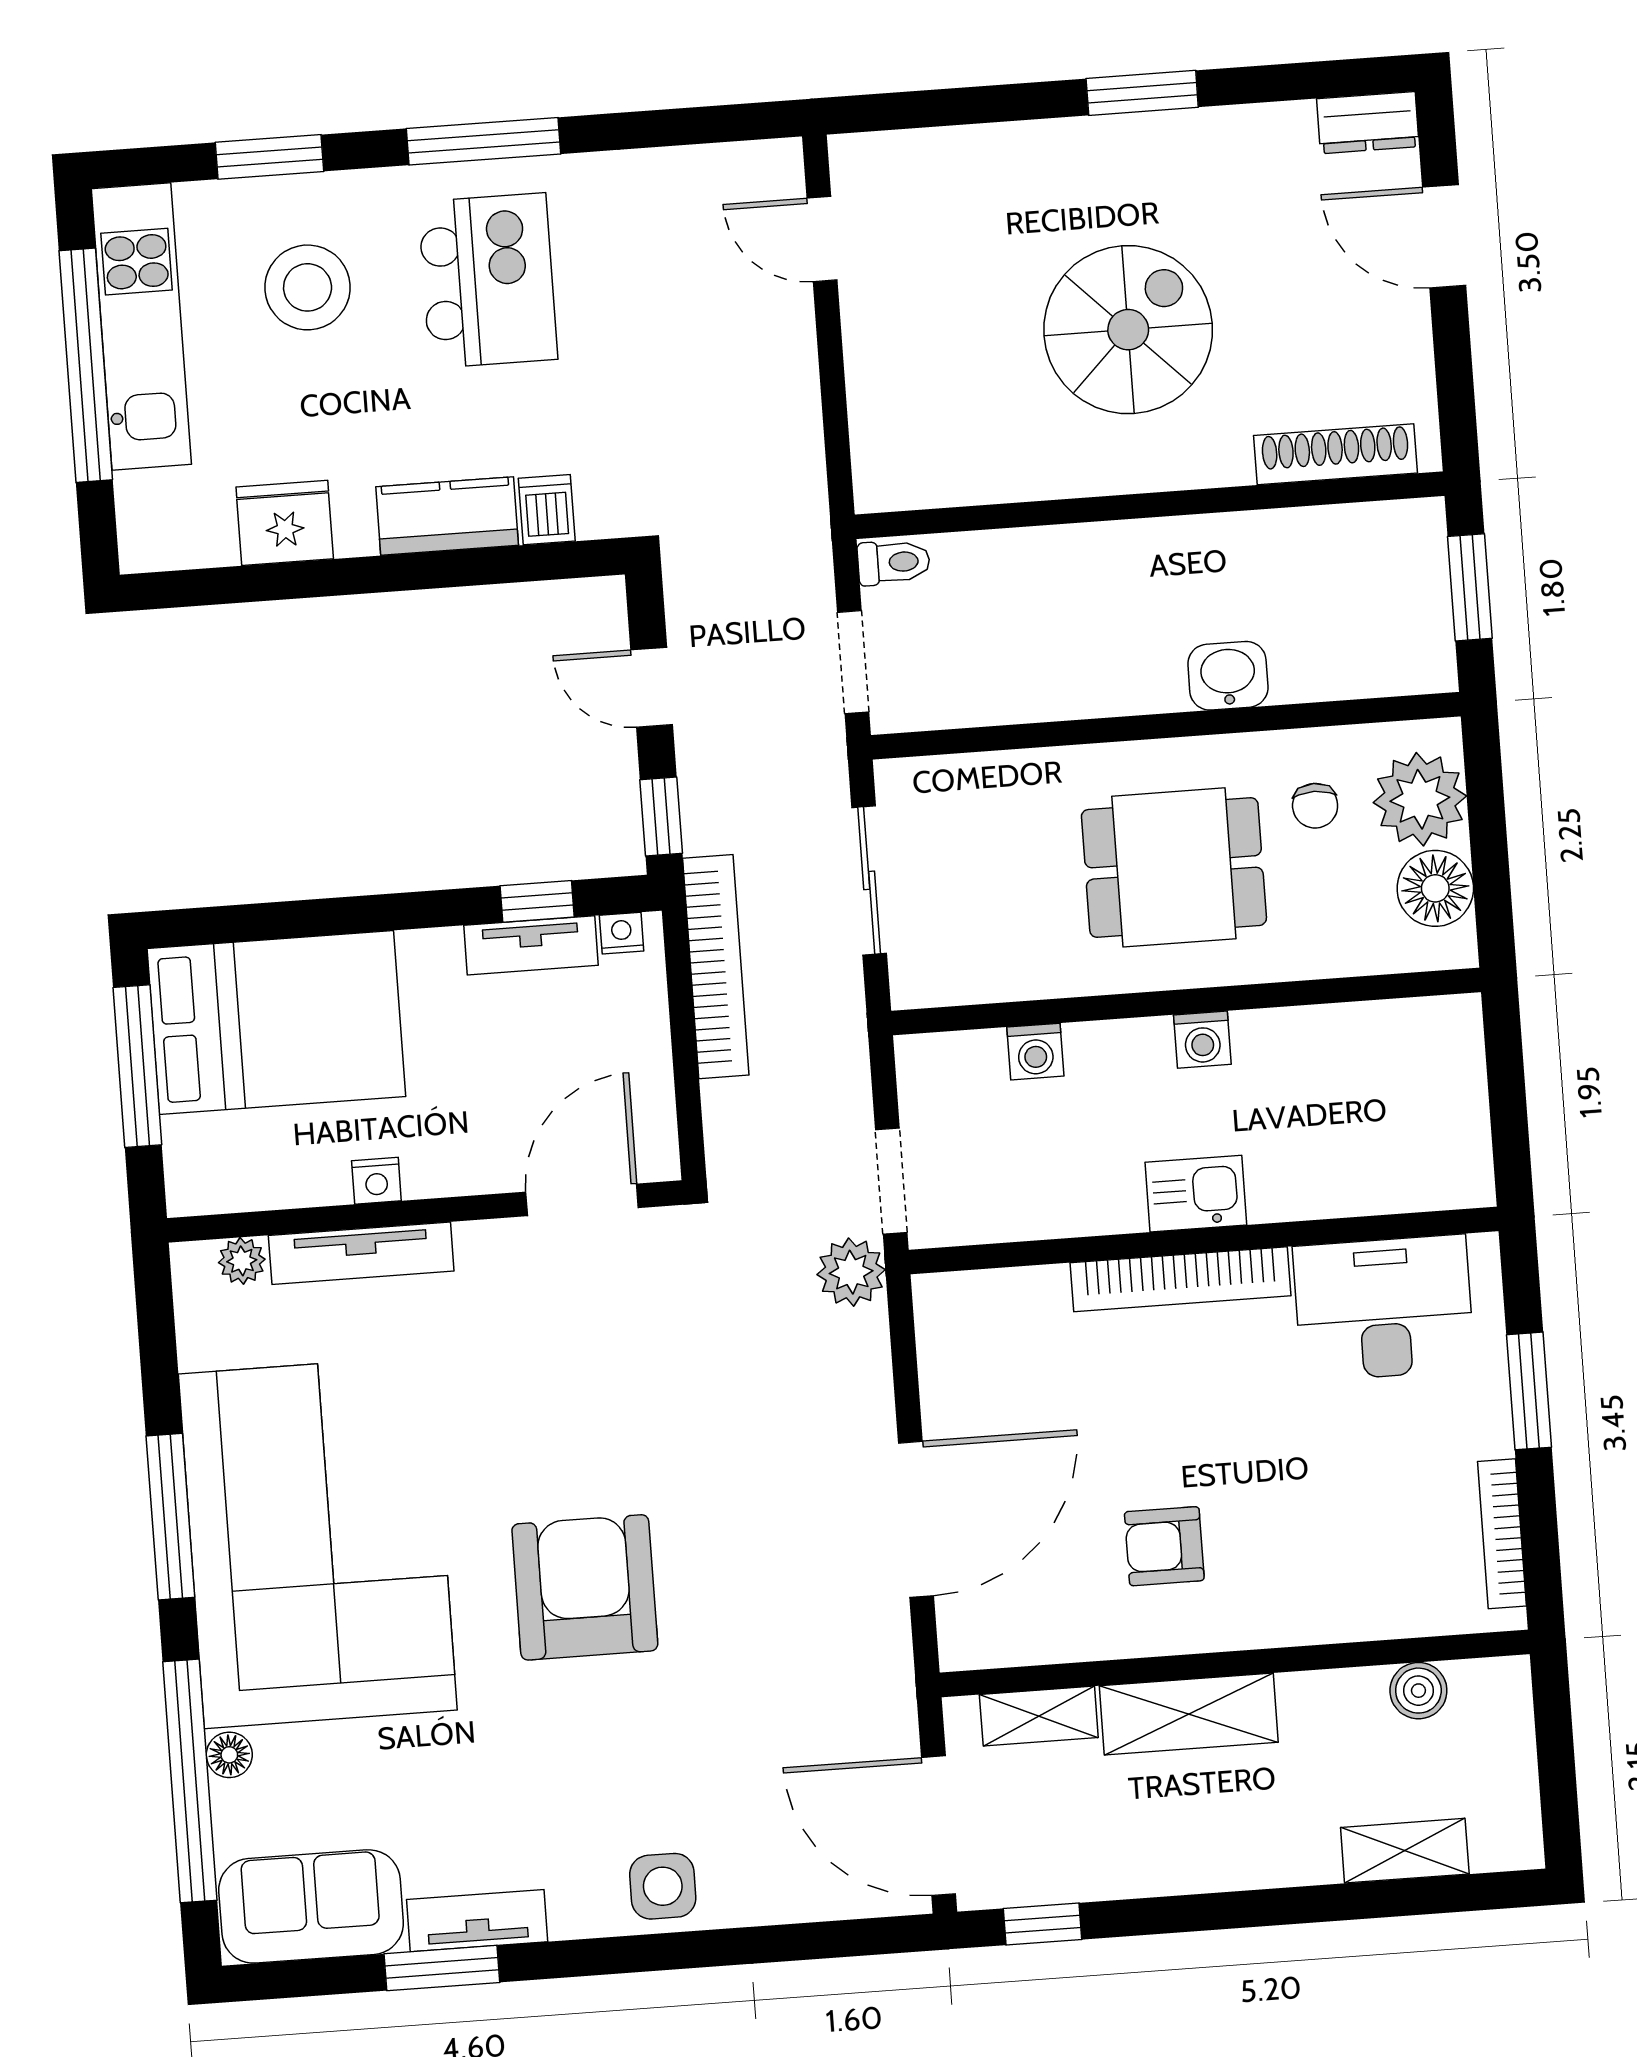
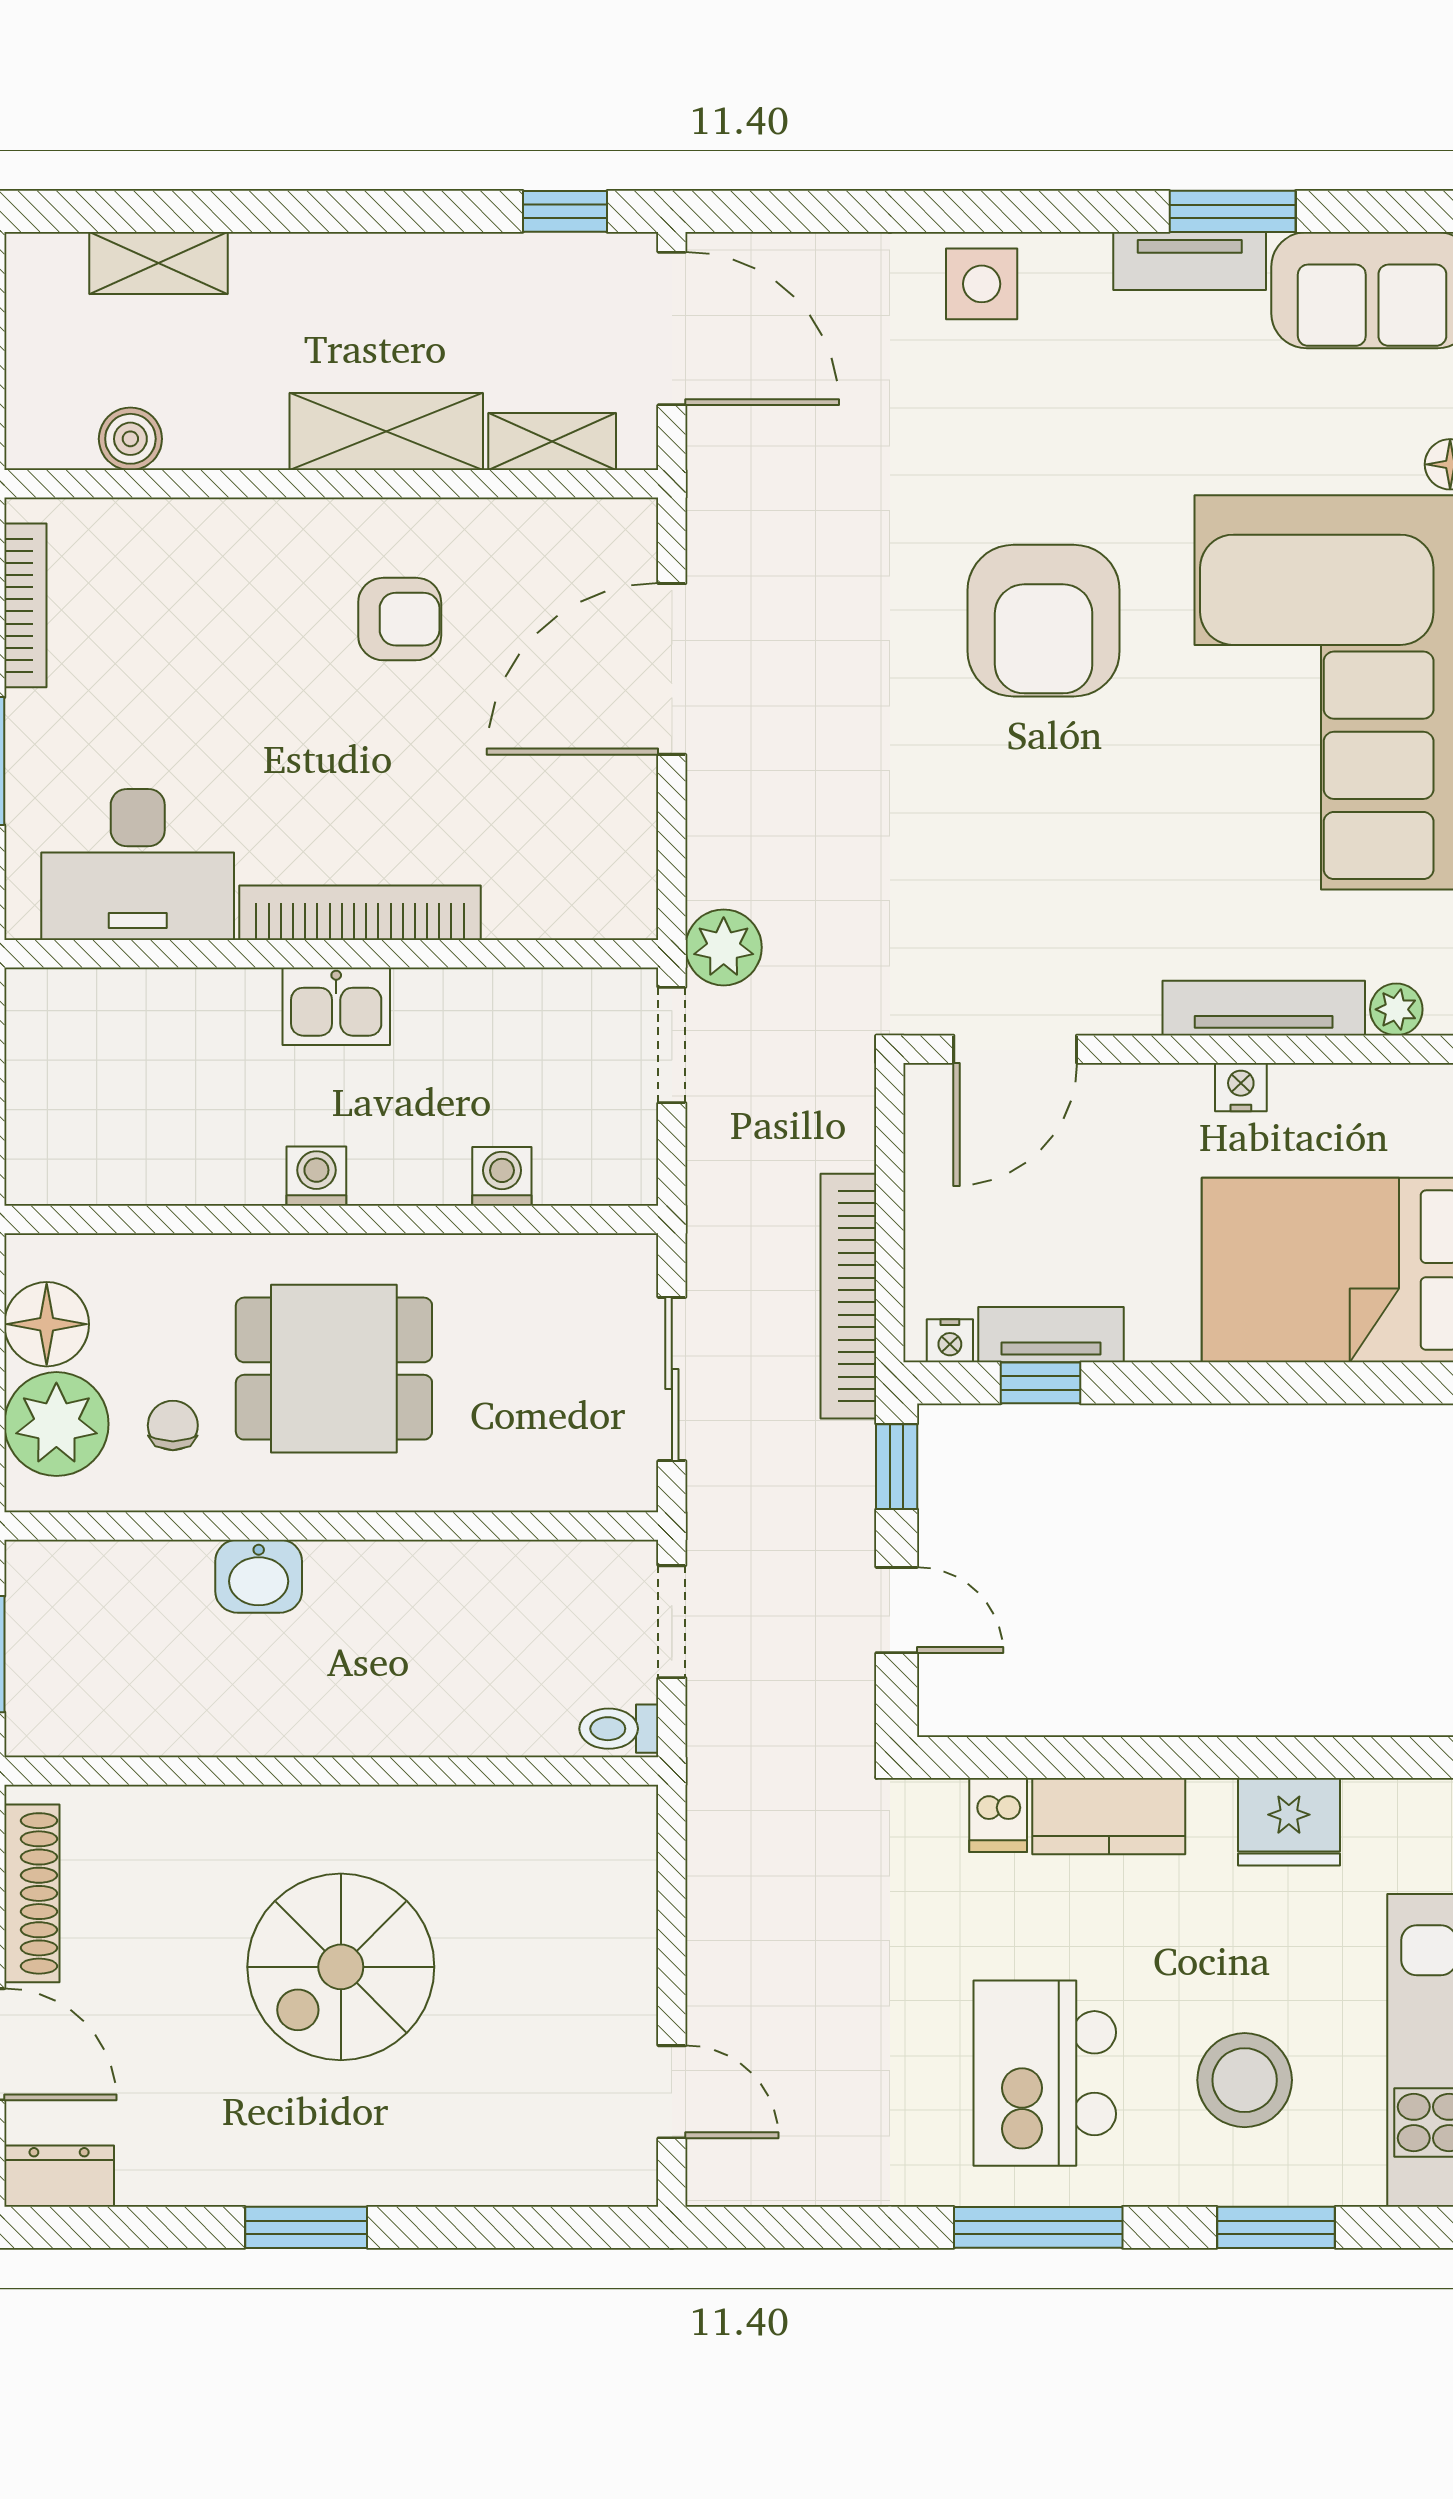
shoe rack: (1336, 454) -> (32, 1893), moved, turned -90

